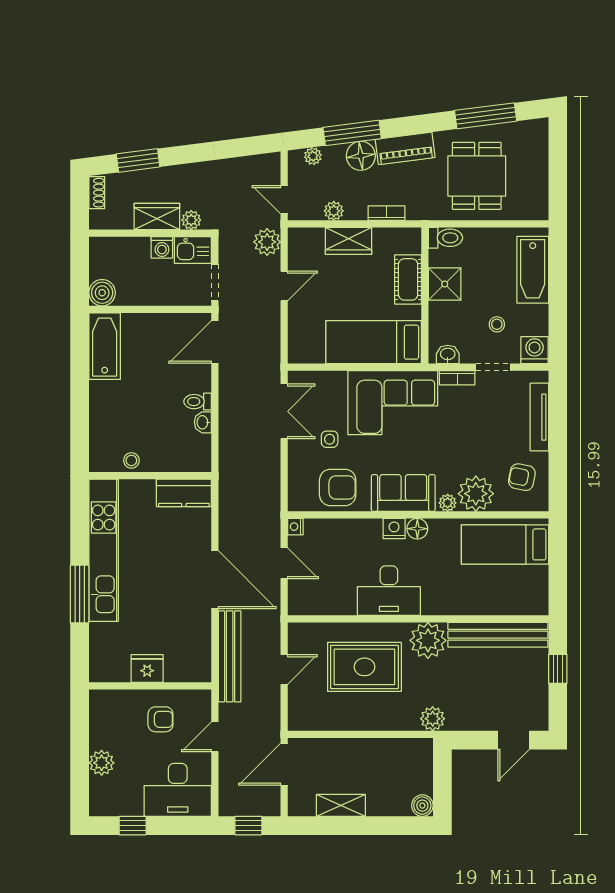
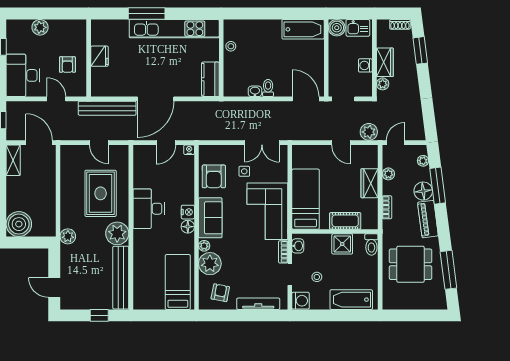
kitchen sink: (193, 250) -> (358, 28), moved, turned -90
shelving: (341, 805) -> (13, 160), moved
boiler: (422, 806) -> (19, 224), width x1.86, depth x1.86

